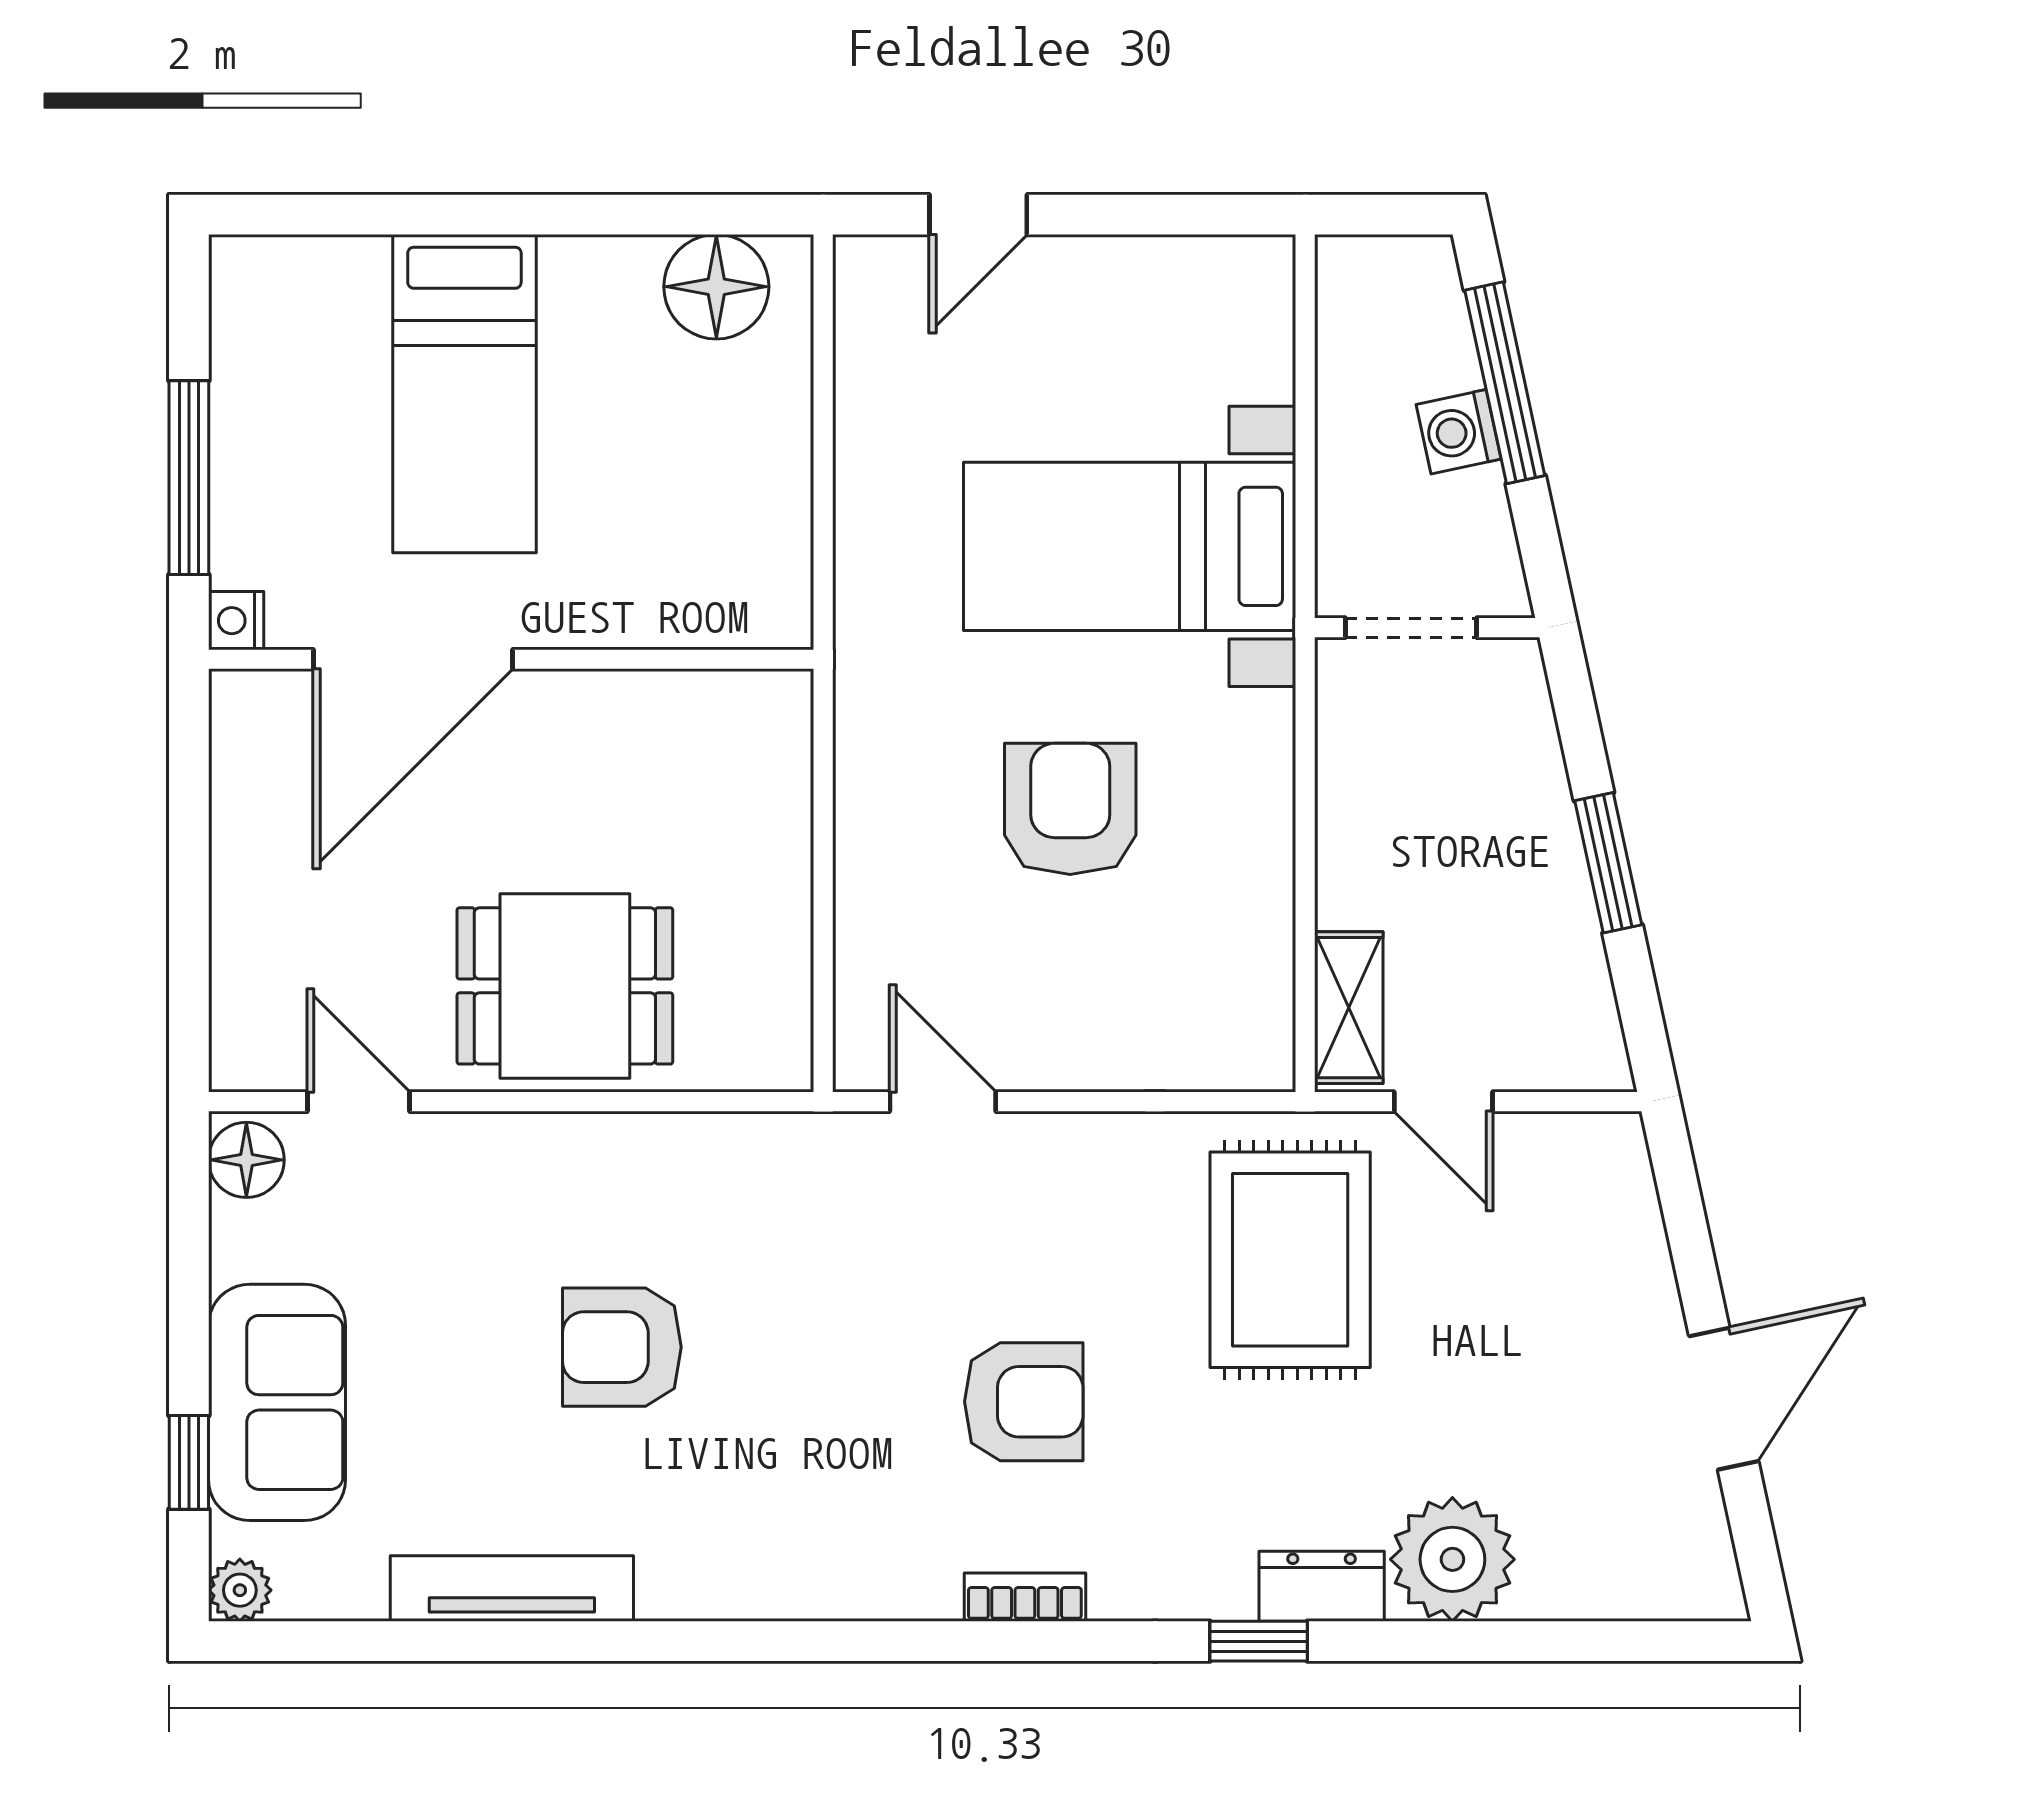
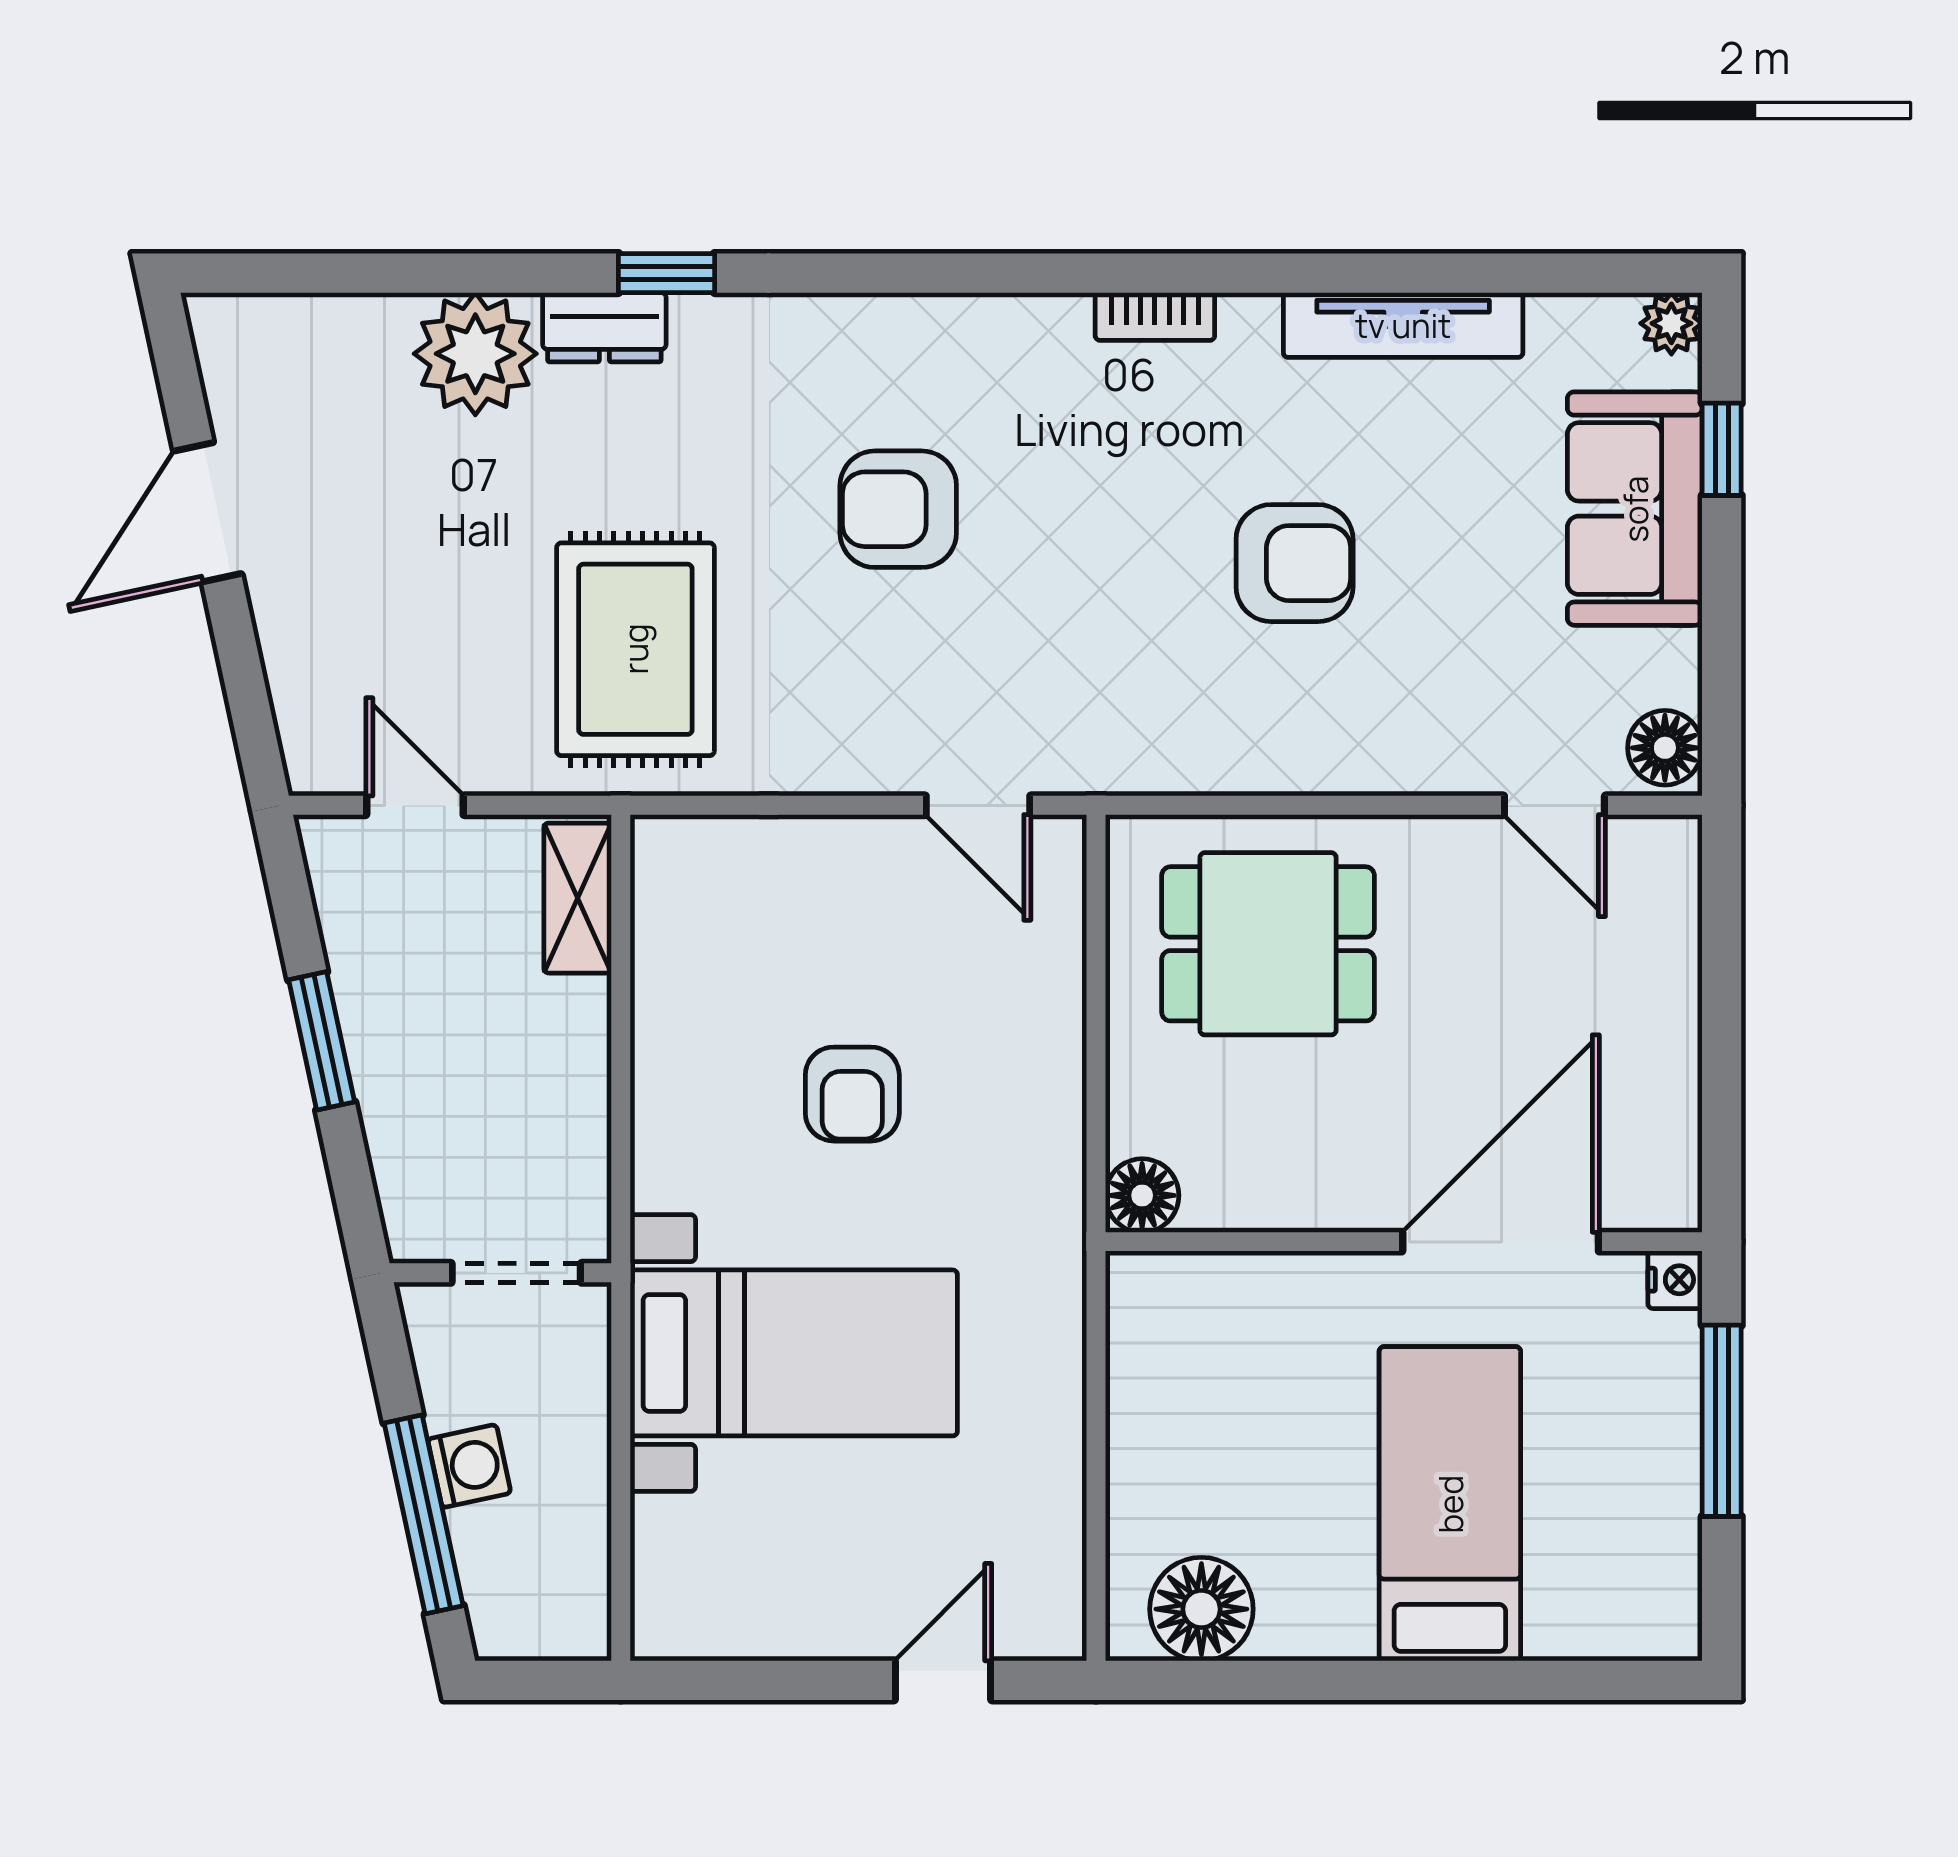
floor lamp: (776, 706) -> (1142, 1195), added
armchair: (1070, 809) -> (852, 1094), width x0.72, depth x0.72
dining table: (565, 986) -> (1268, 944), moved
door: (1443, 1102) -> (415, 805), moved
bookcase: (1025, 1597) -> (1155, 316), moved

